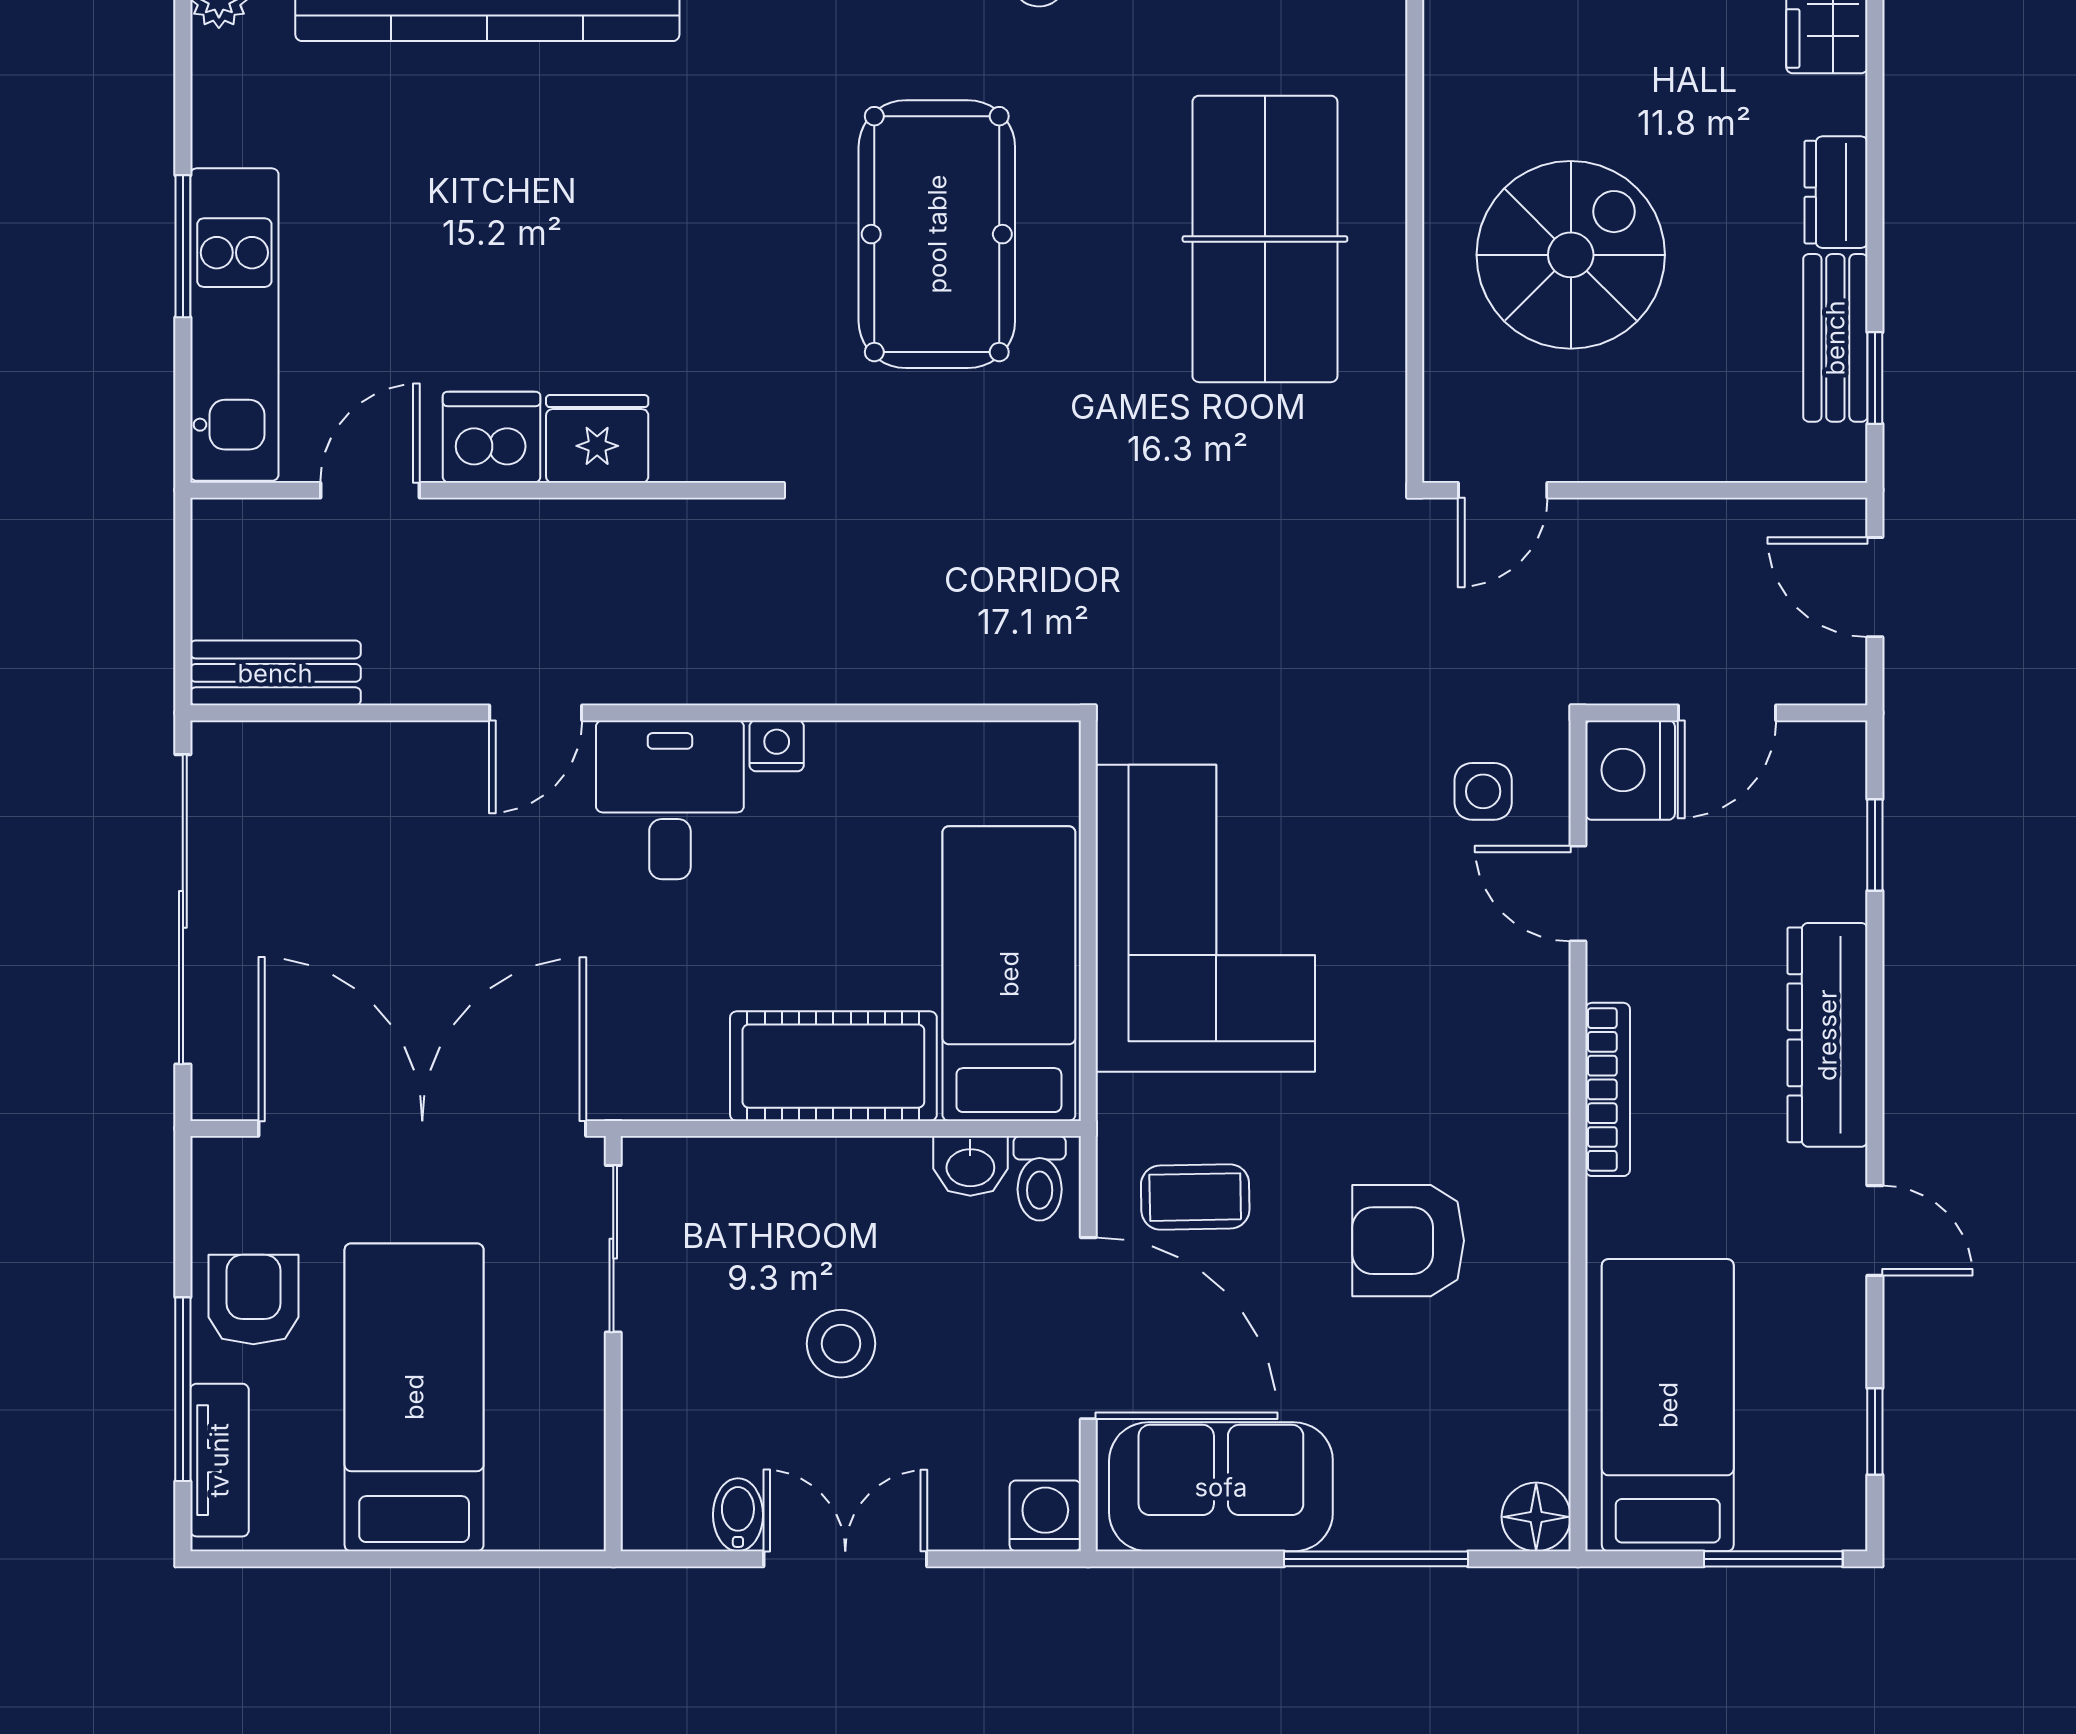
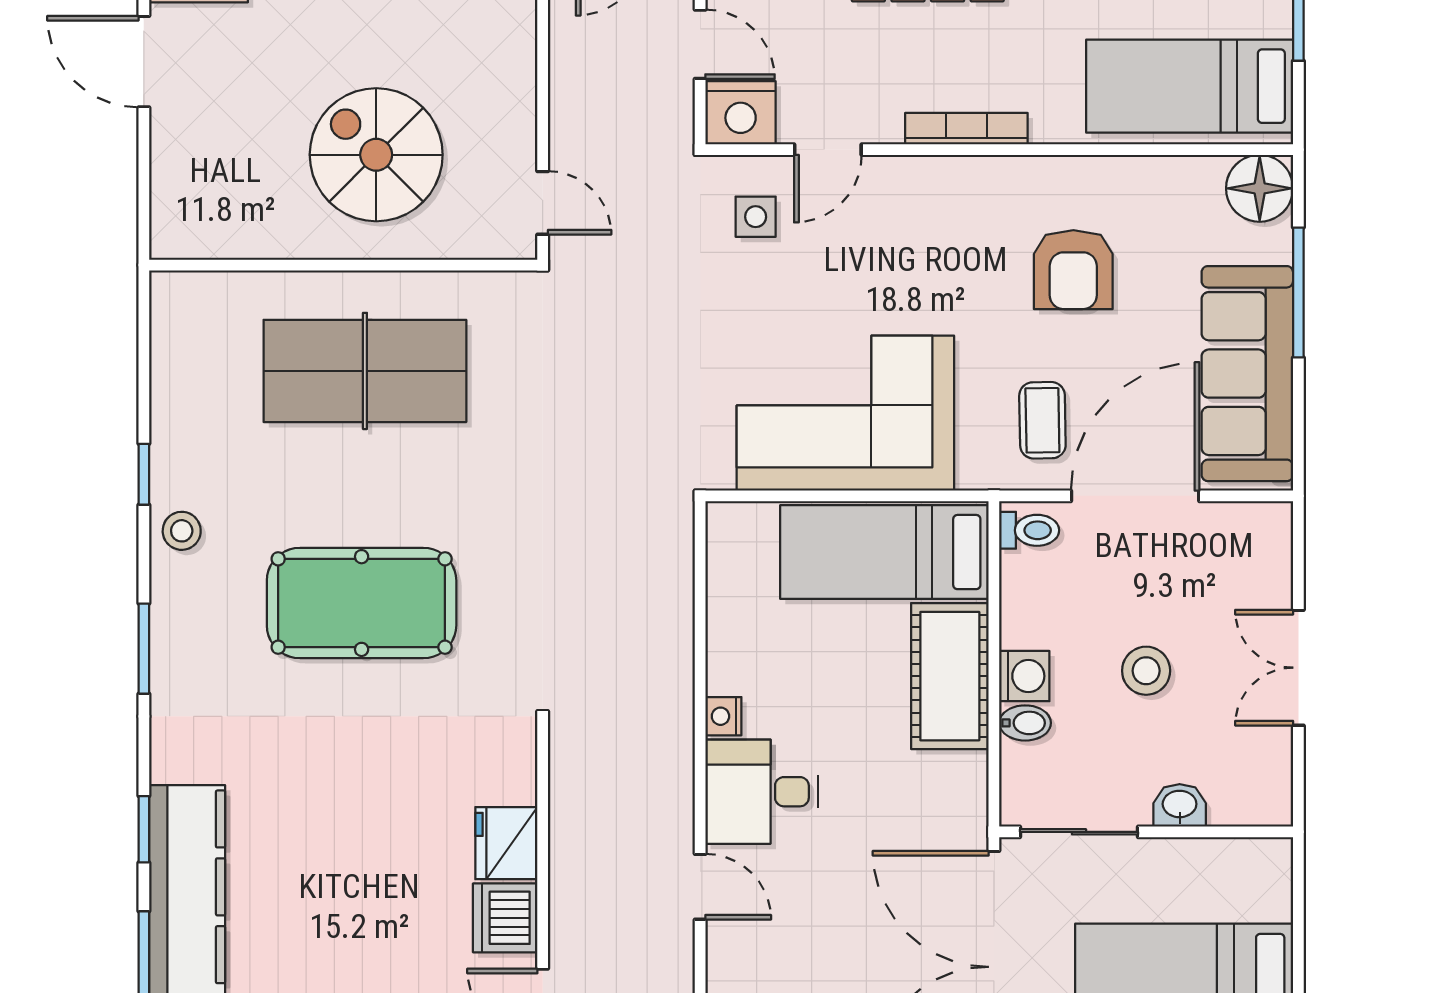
washbasin: (970, 1166) -> (1180, 805), moved, turned -90
sofa: (1221, 1487) -> (1247, 374), width x1.36
bidet: (738, 1515) -> (1025, 723), moved, turned 180
washing machine: (1045, 1516) -> (1024, 676), moved, turned 180
floor lamp: (1536, 1517) -> (1260, 188), width x1.38, depth x1.38

